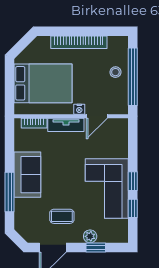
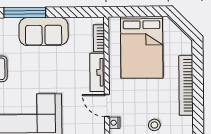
nightstand: (79, 109) -> (114, 123), moved

